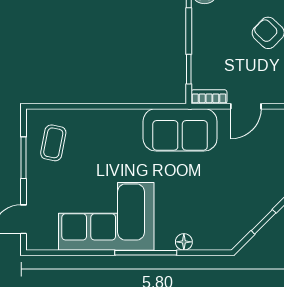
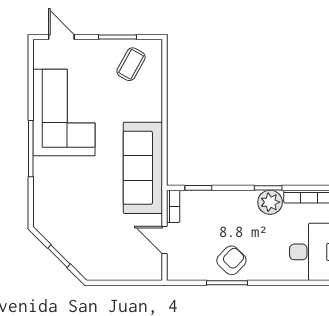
sofa: (180, 130) -> (143, 168), width x1.36
coffee table: (53, 143) -> (131, 64), turned -72
floor lamp: (184, 242) -> (41, 183), removed

